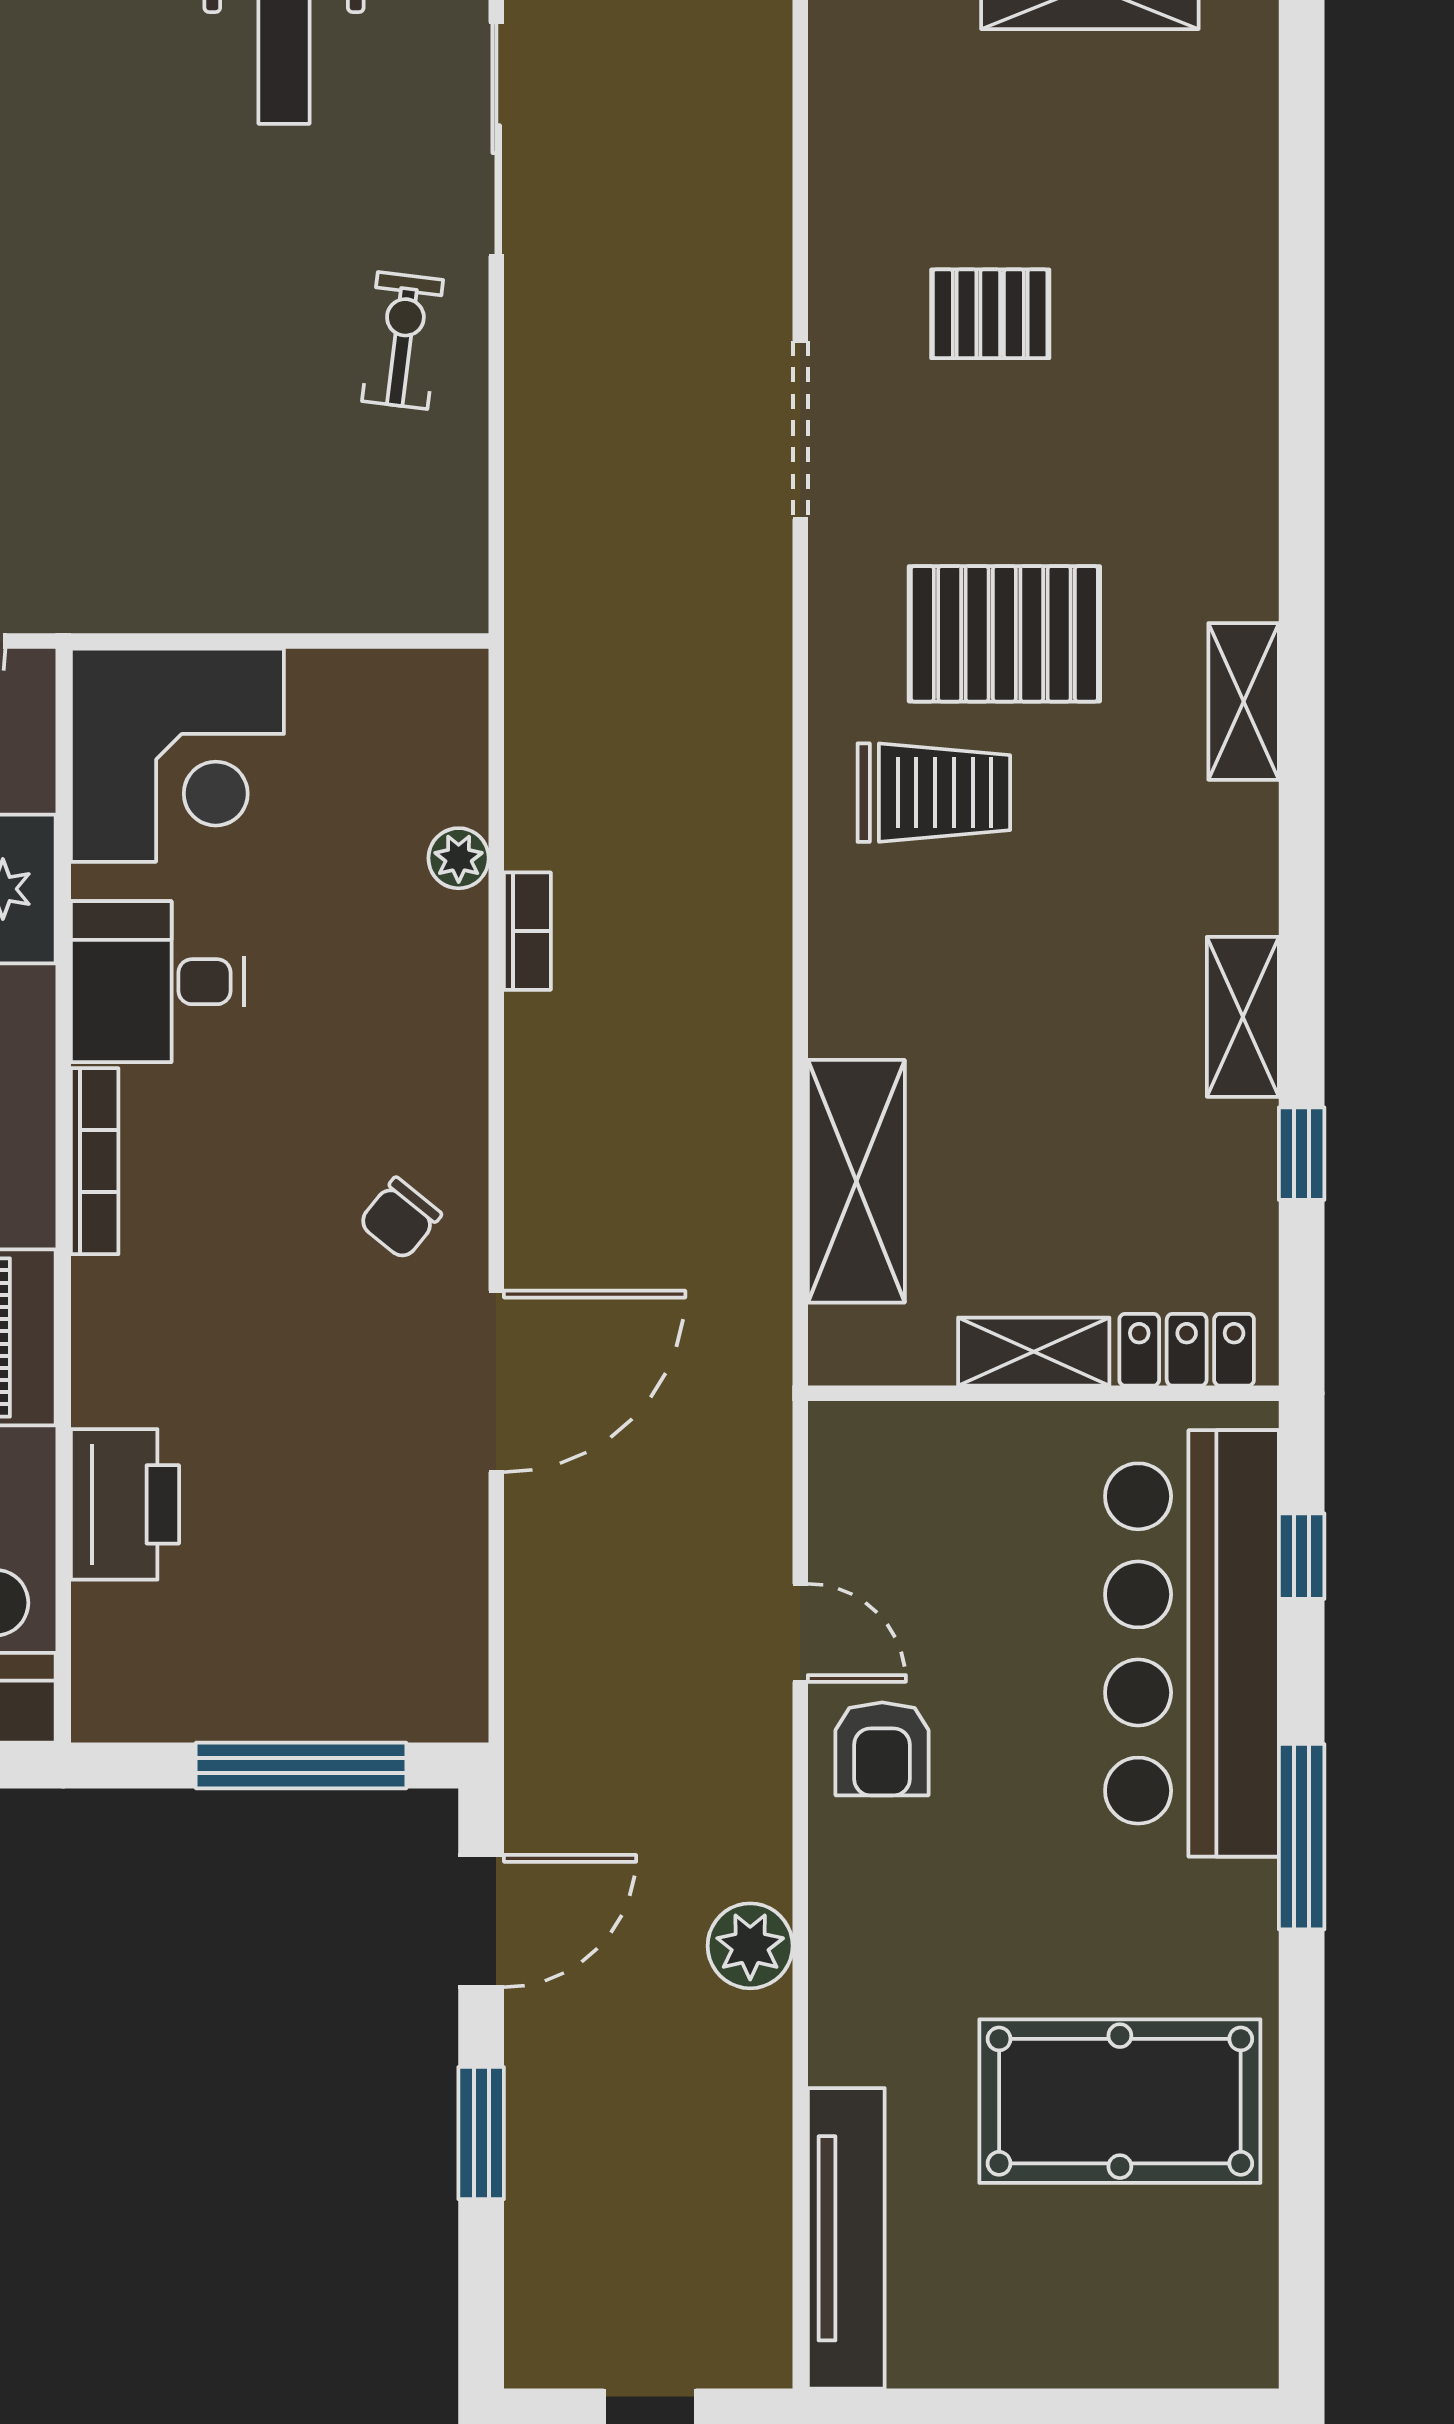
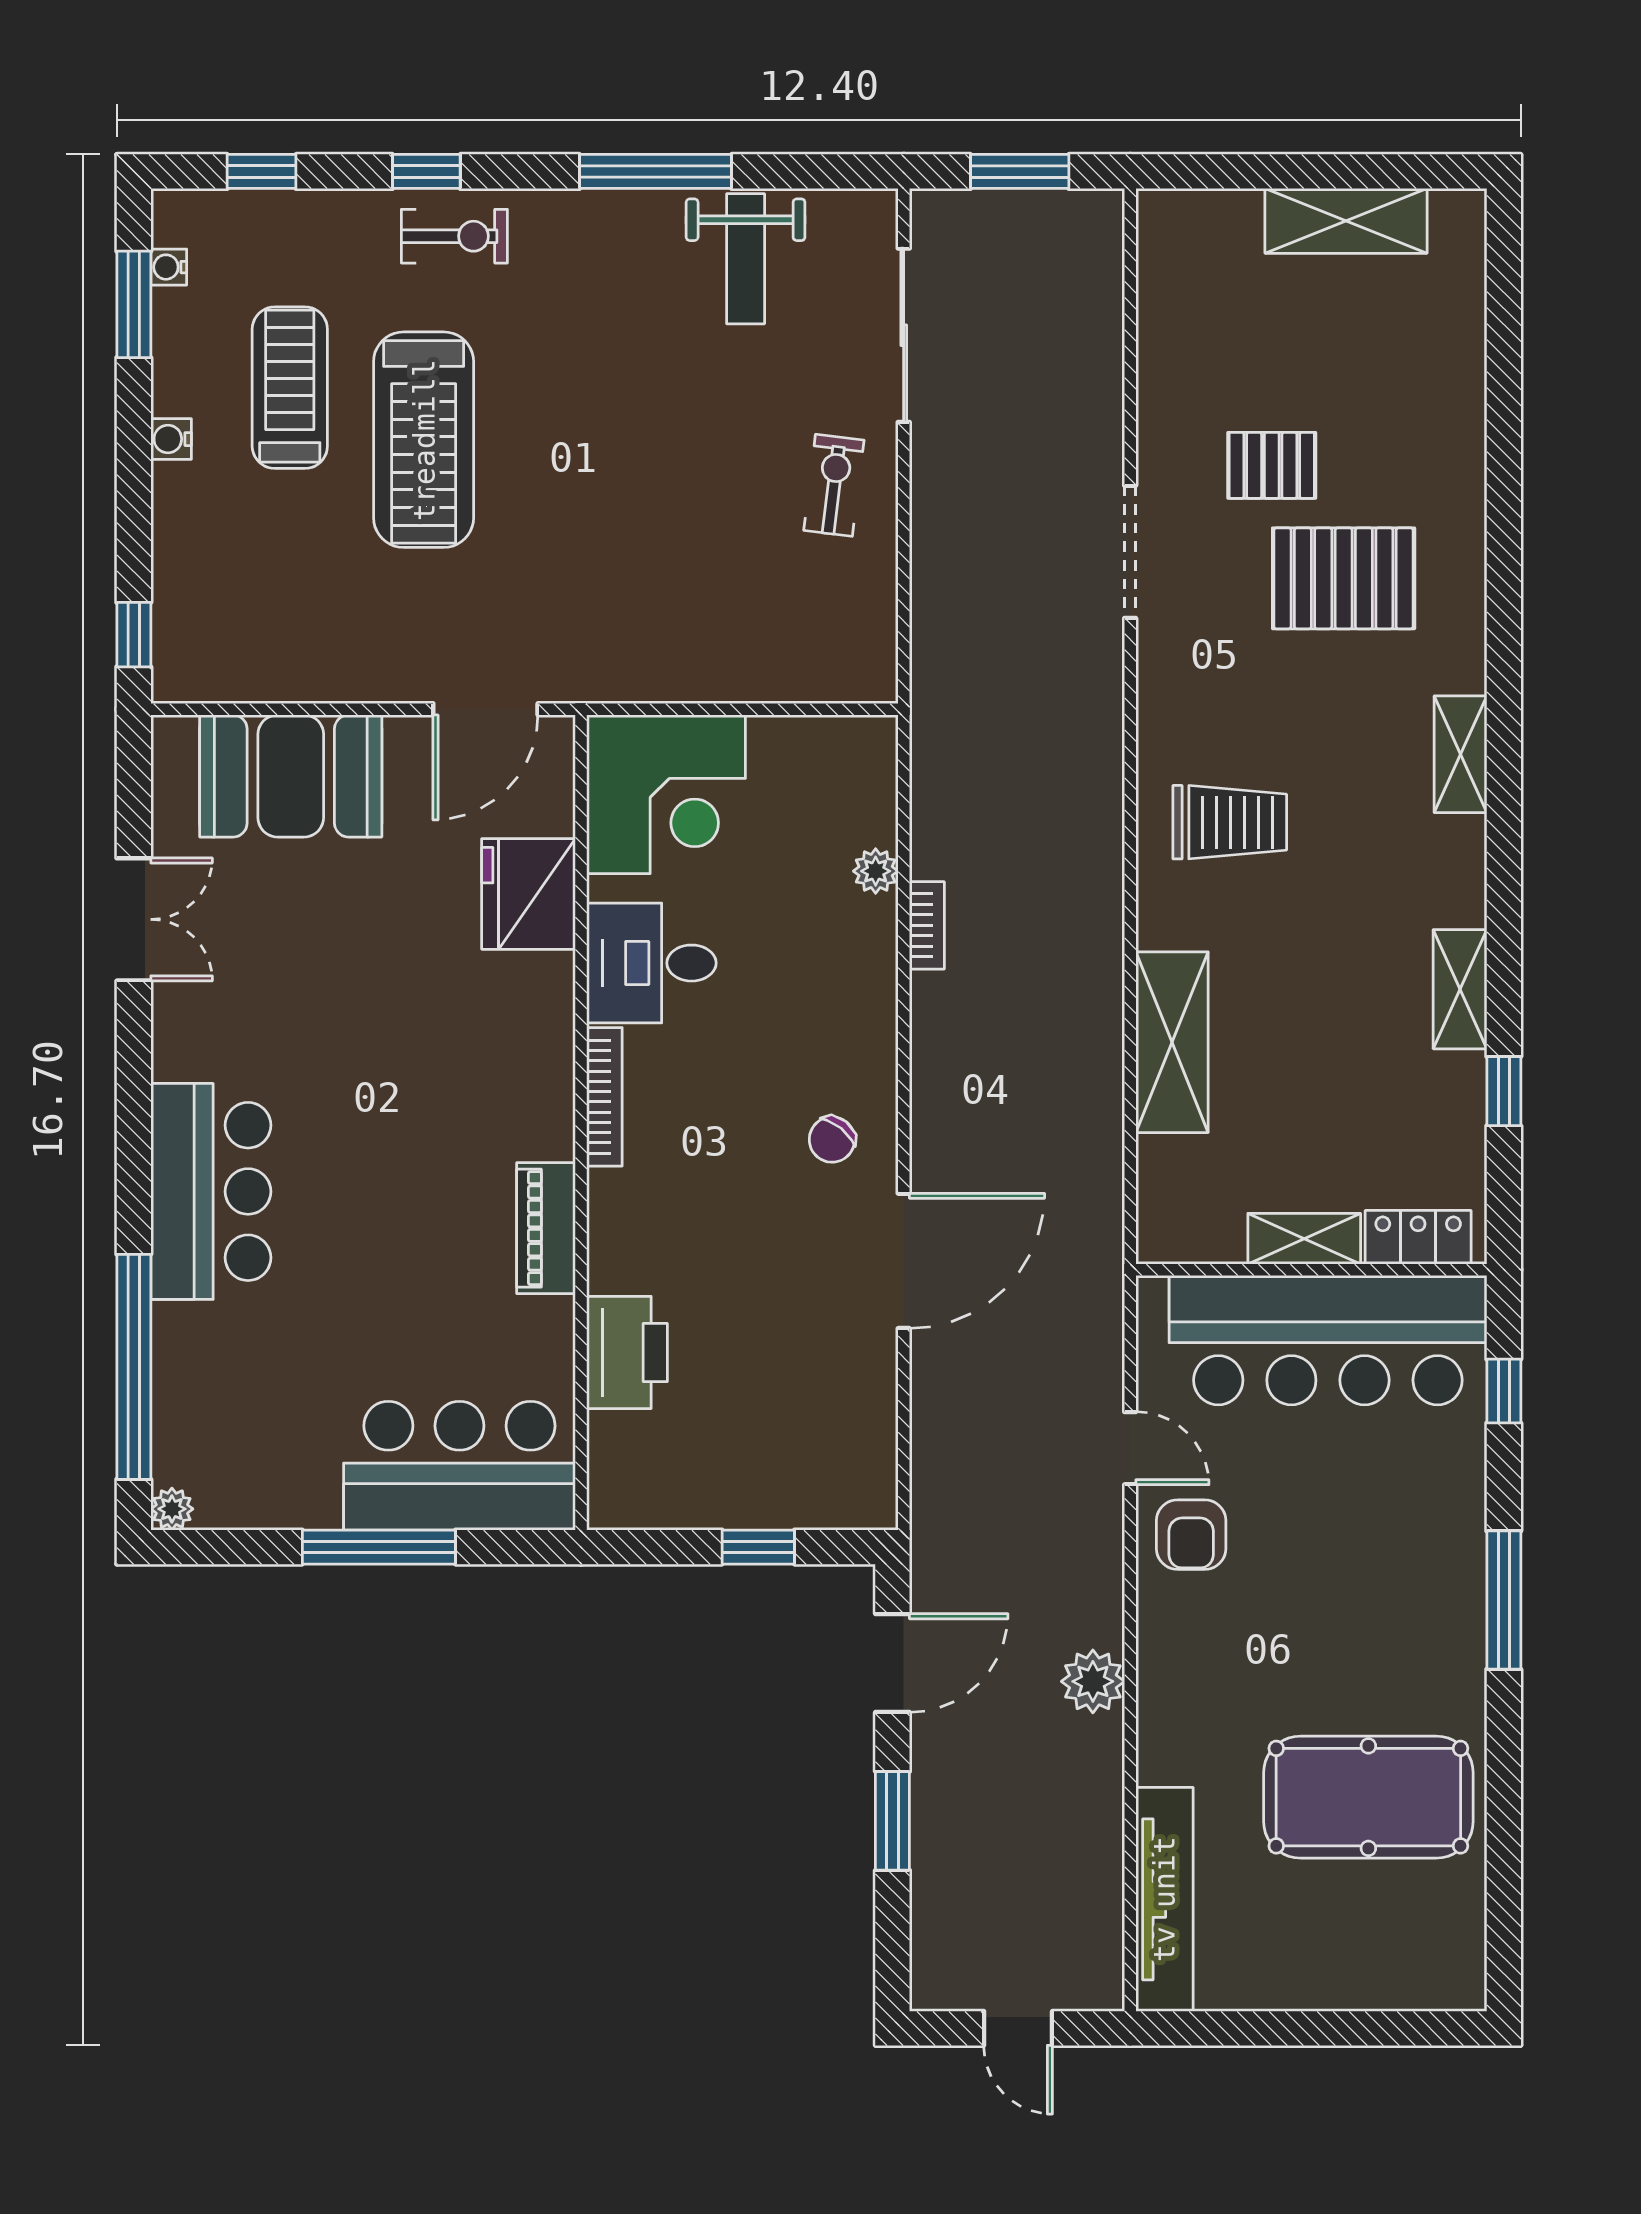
pallet: (1004, 634) -> (1344, 578), moved
shelving: (856, 1181) -> (1172, 1042), moved
bar counter: (1192, 1643) -> (1328, 1340), moved, turned -90
window: (301, 1766) -> (758, 1547), width x0.46

